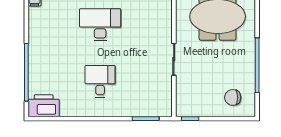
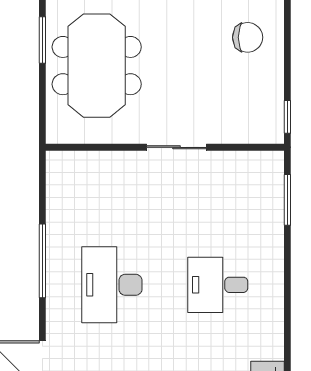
chair: (233, 97) -> (248, 37), turned -90

